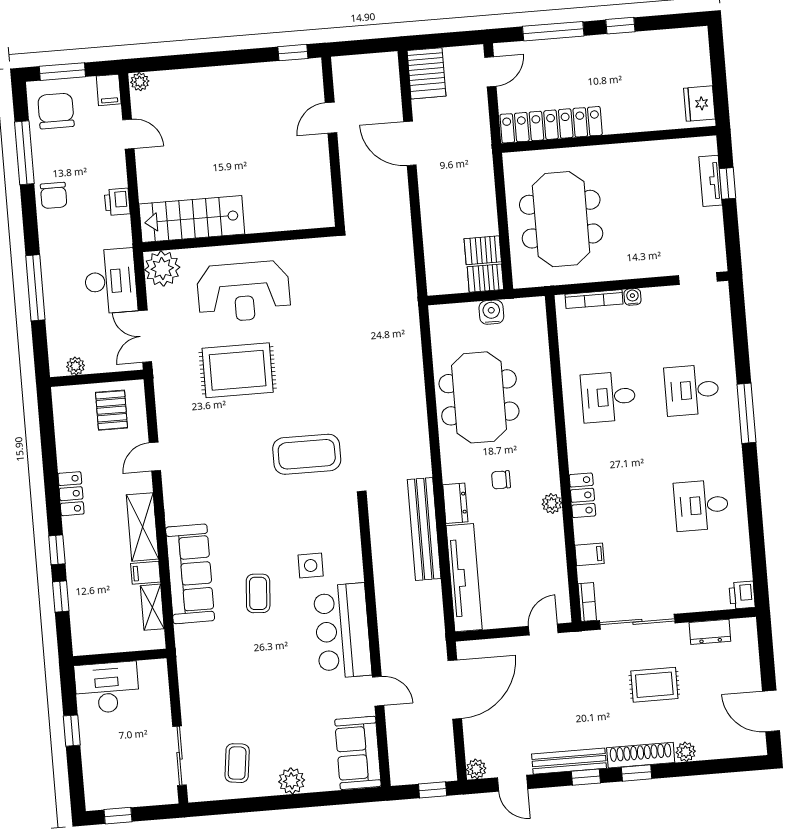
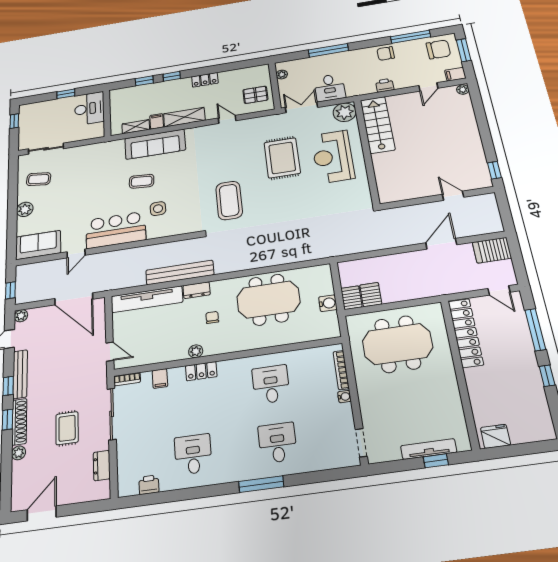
tv unit: (711, 181) -> (429, 449), width x1.41
desk: (111, 281) -> (330, 88), width x0.73
printer: (742, 595) -> (149, 485), moved

